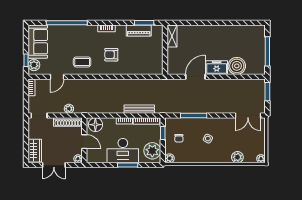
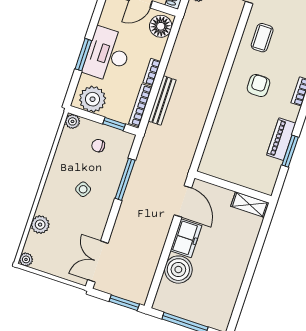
shelving: (172, 36) -> (250, 204), moved
wall: (165, 50) -> (233, 187), moved

